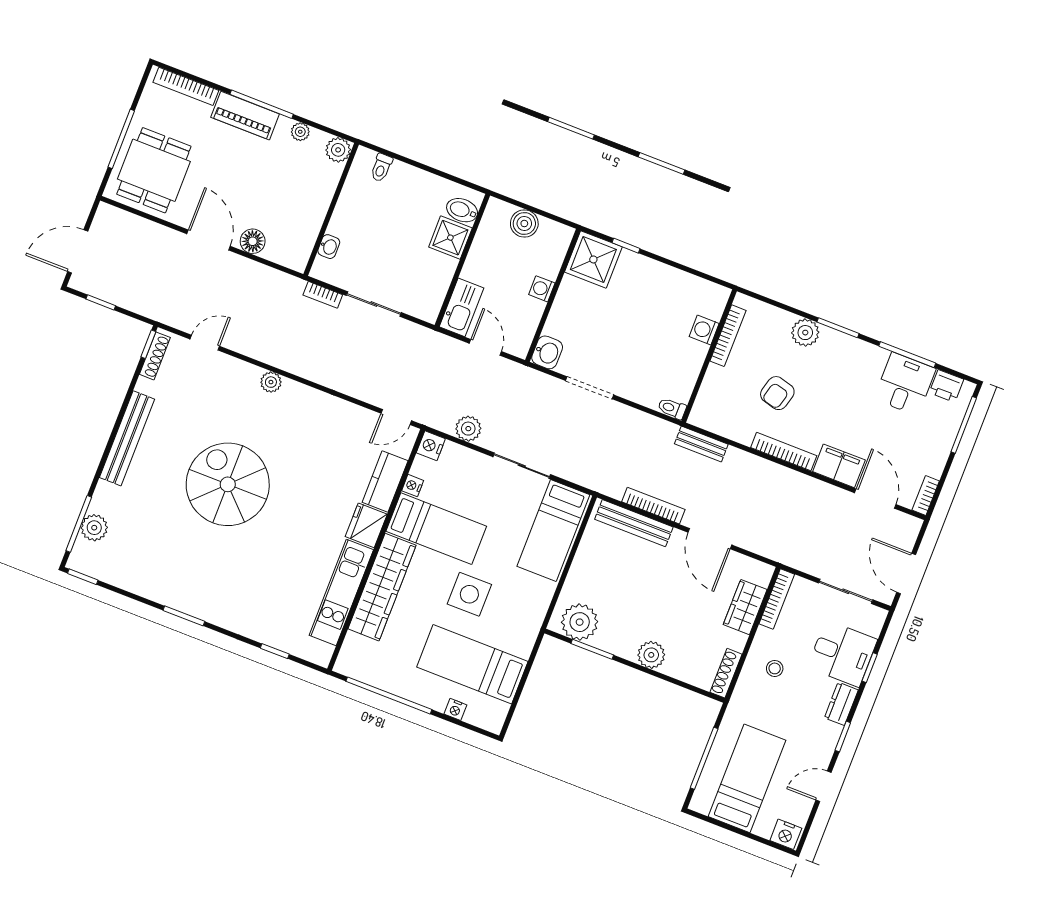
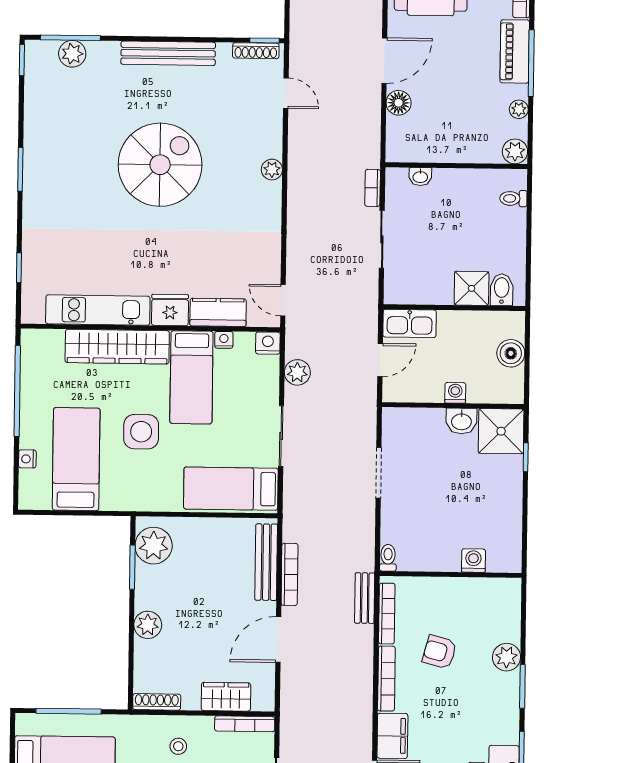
bookcase: (728, 336) -> (387, 614), moved, turned -90
washbasin: (547, 352) -> (461, 421), moved

